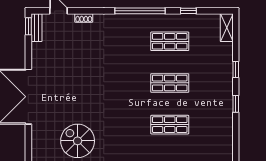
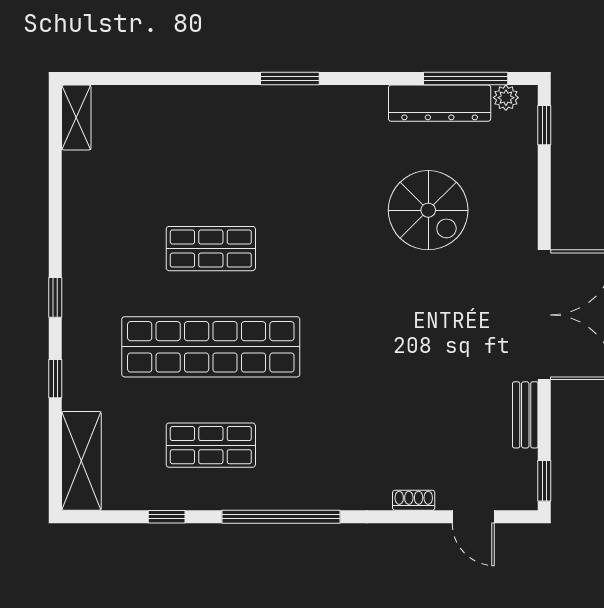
bench: (36, 28) -> (525, 415), moved
shelving: (227, 28) -> (81, 461), width x1.50, depth x1.33
shop shelf: (170, 83) -> (211, 347), width x2.00, depth x1.36

